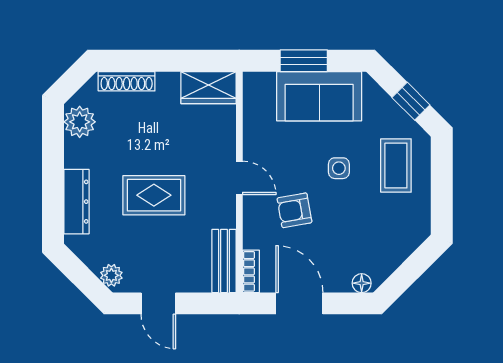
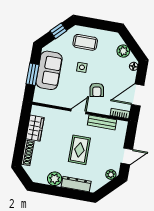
wardrobe: (209, 88) -> (35, 128), moved
plant: (80, 122) -> (55, 179), moved
plant: (392, 254) -> (123, 51), added
bench: (224, 261) -> (102, 122), moved

